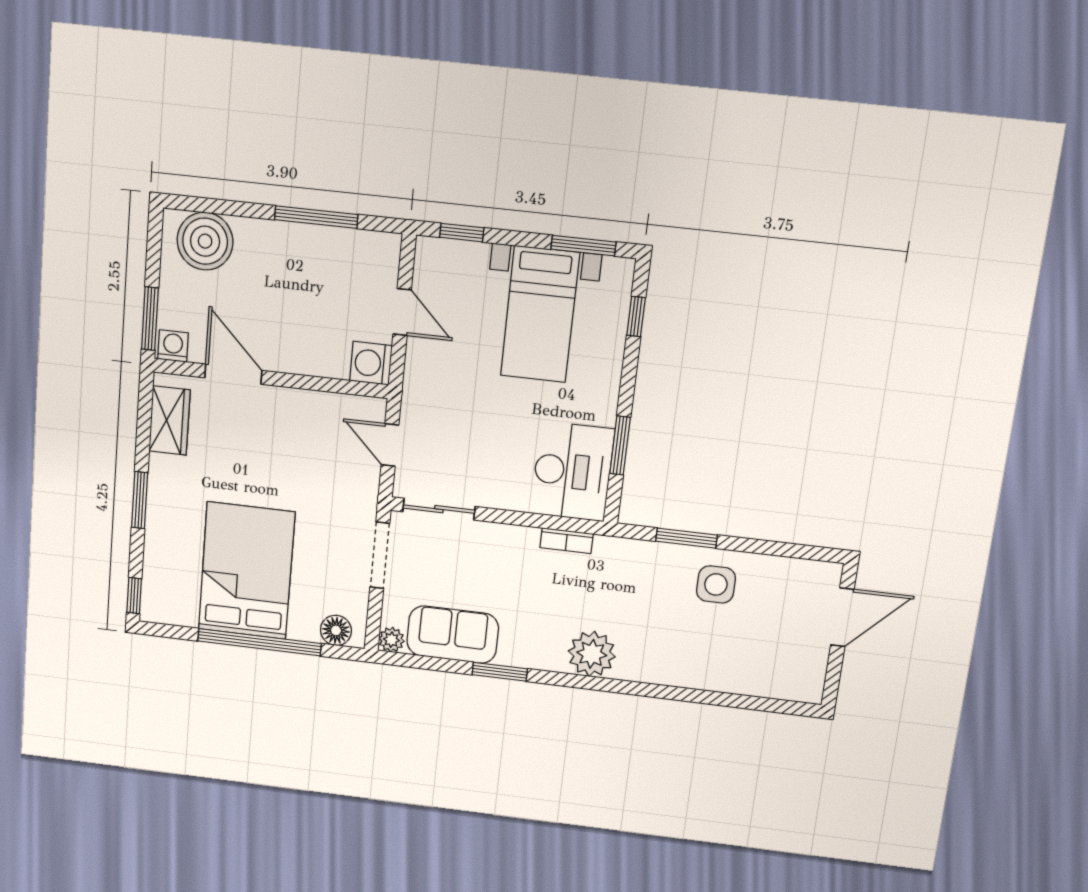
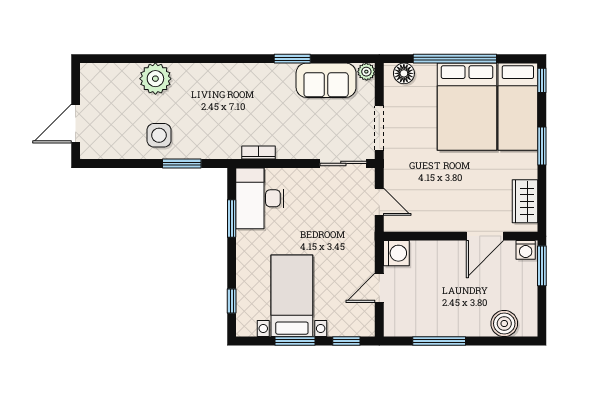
boiler: (205, 241) -> (504, 324), width x0.73, depth x0.73
window: (583, 246) -> (295, 341), moved
door: (402, 312) -> (379, 288), hinge flipped
door: (233, 374) -> (485, 236), hinge flipped
bed: (171, 562) -> (518, 107), added
plant: (592, 654) -> (155, 79), moved

